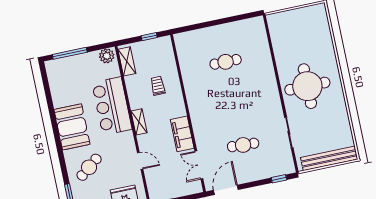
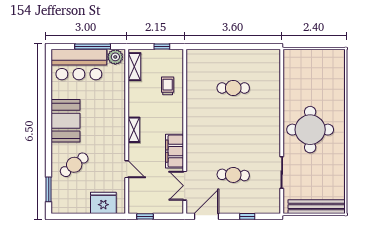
window: (70, 53) -> (93, 47), moved
trolley: (158, 86) -> (168, 86), moved
bar counter: (112, 106) -> (79, 65), moved, turned -90
window: (279, 179) -> (247, 216), moved

